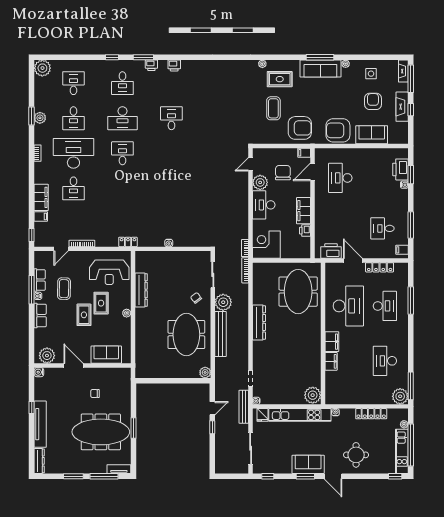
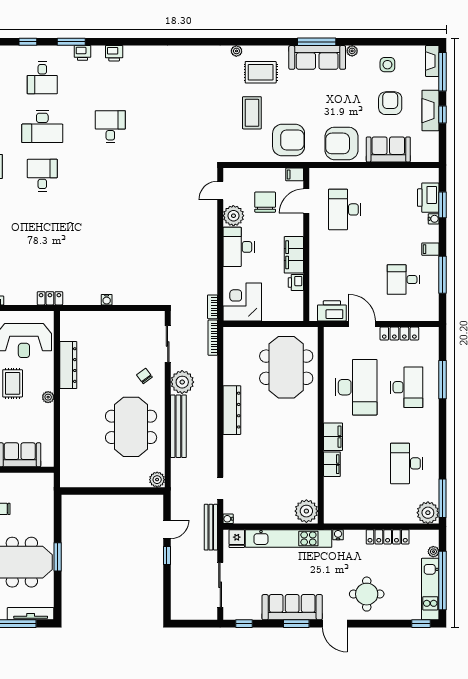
filing cabinet: (402, 250) -> (430, 249), moved
sofa: (308, 464) -> (292, 607), width x1.36
tv unit: (119, 469) -> (31, 614), width x1.41

